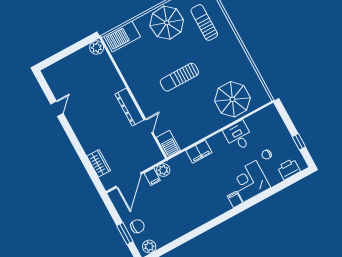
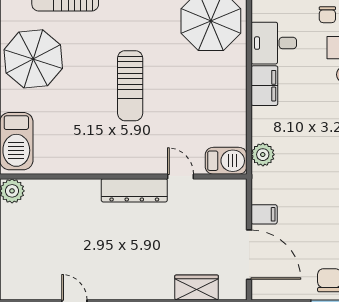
filing cabinet: (199, 152) -> (264, 86), moved
plant: (163, 170) -> (263, 155), moved

